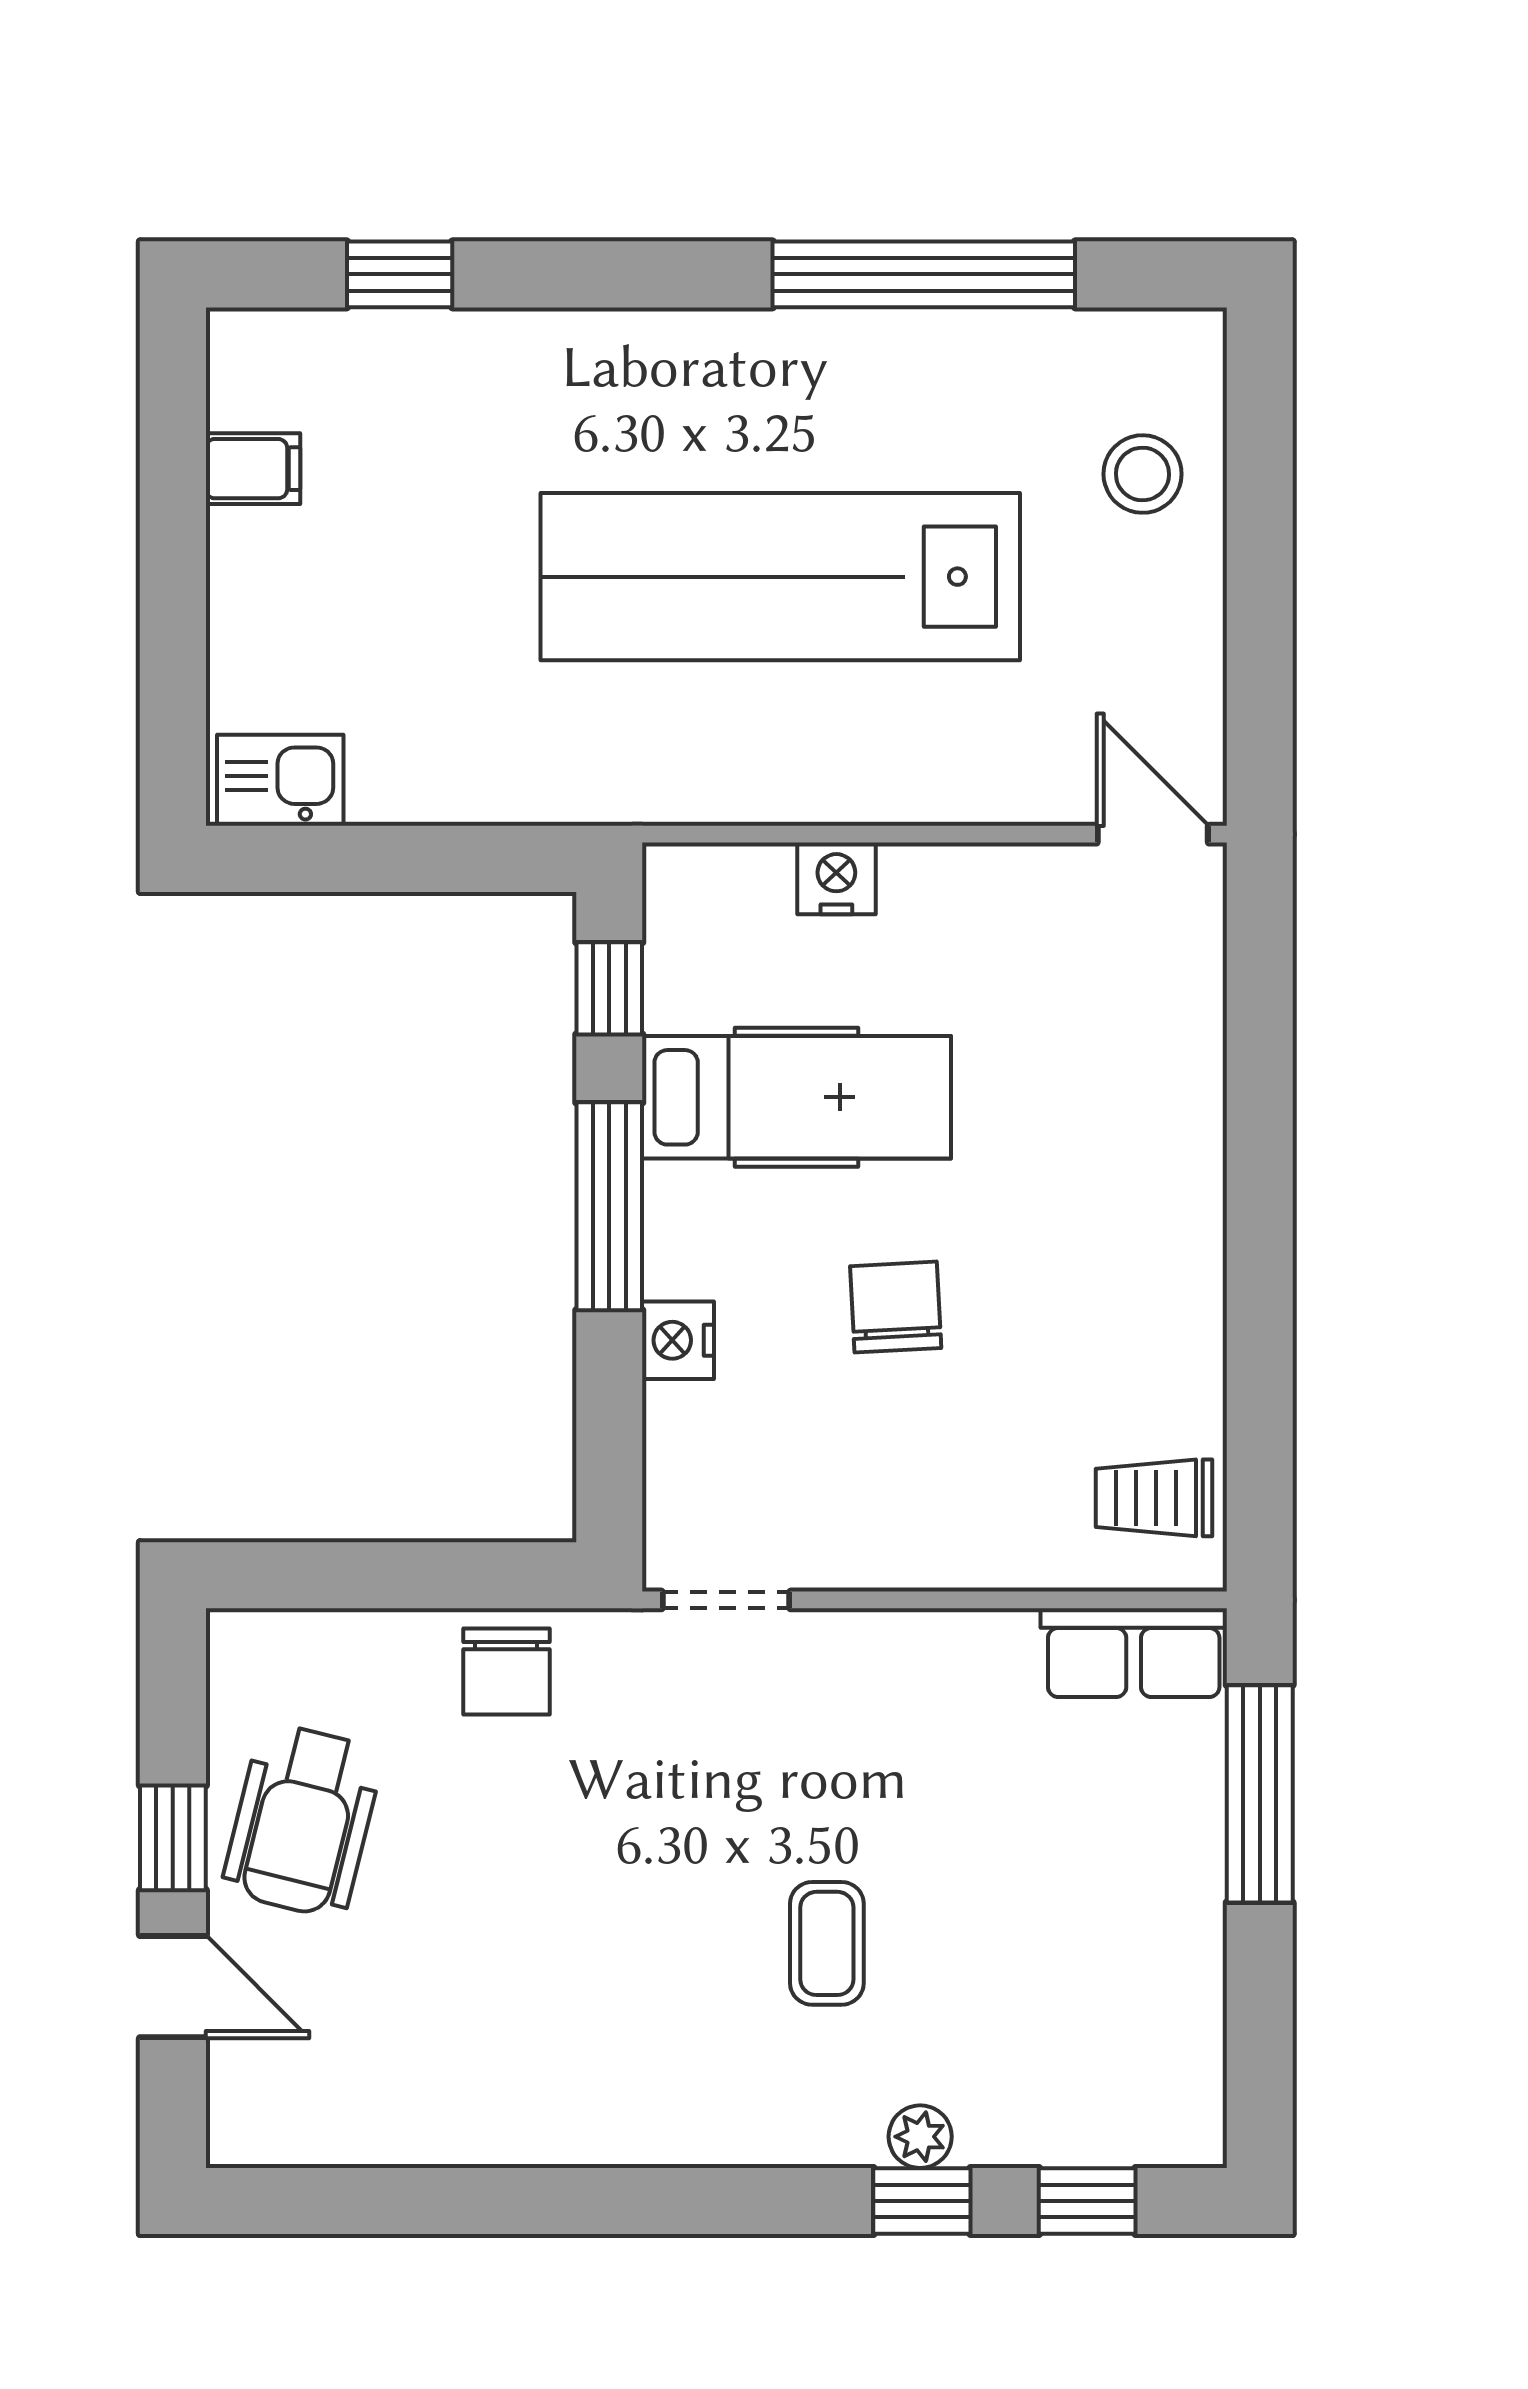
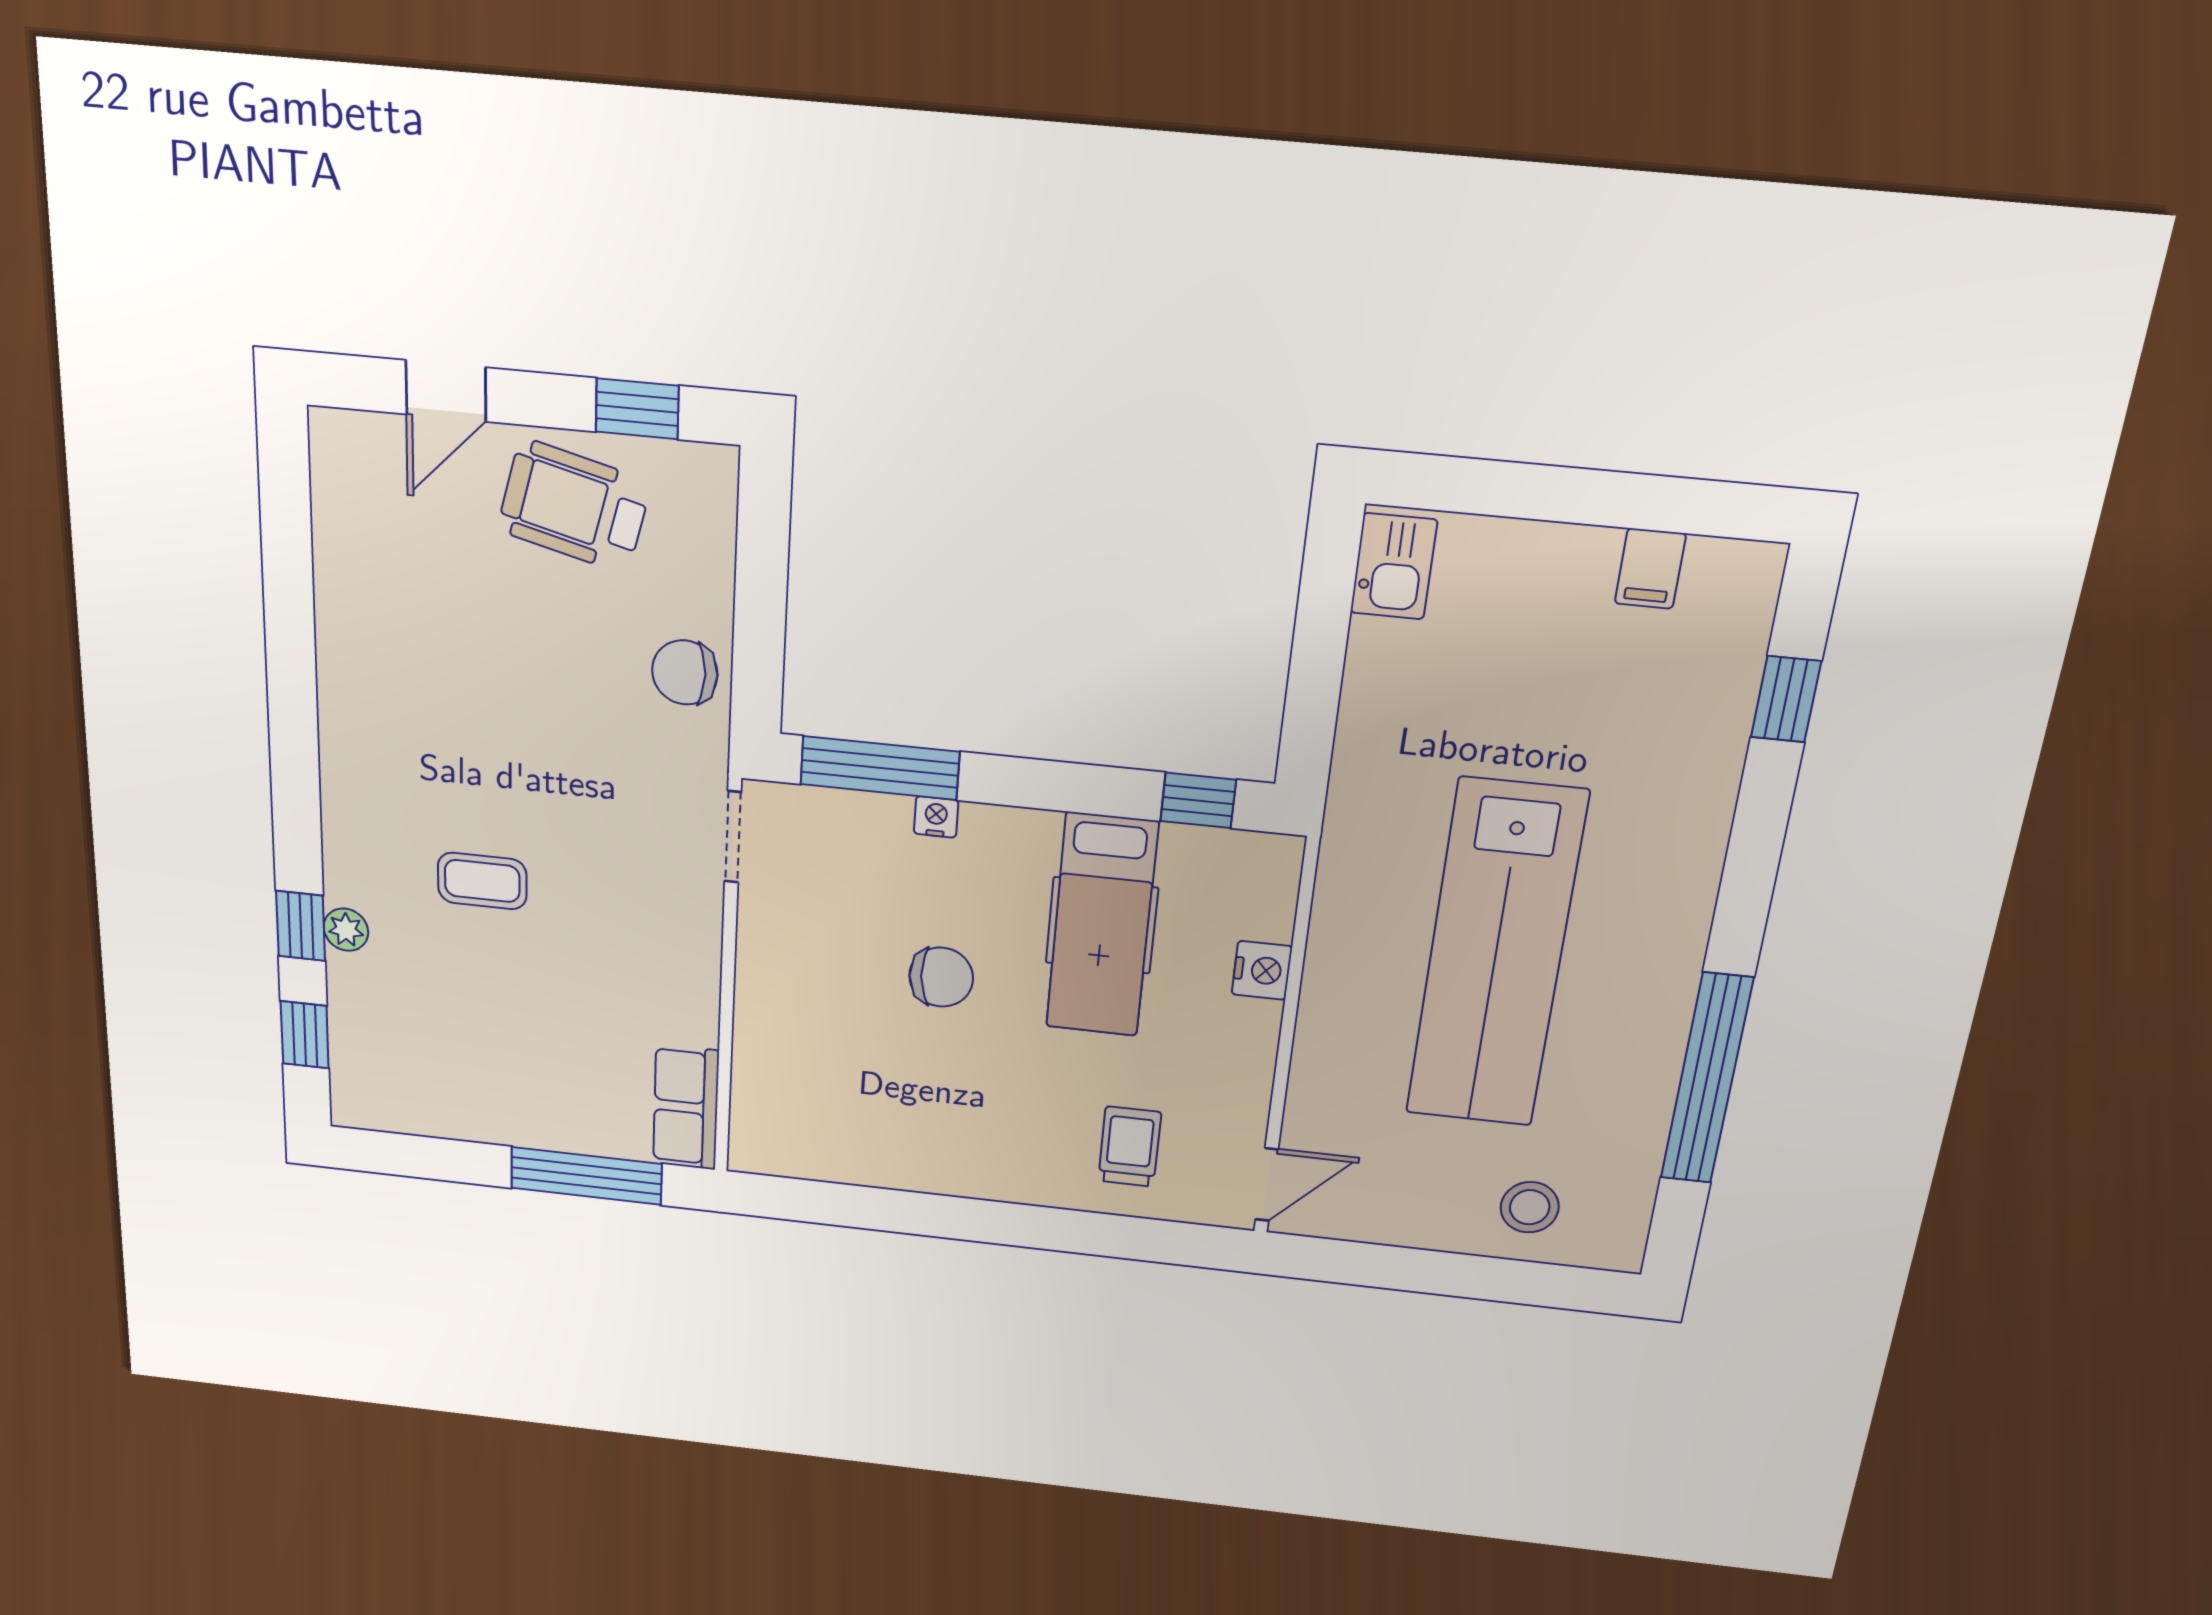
lab bench: (780, 577) -> (1496, 955), turned 180
window: (609, 1206) -> (880, 768), moved
nightstand: (678, 1340) -> (936, 817), width x0.72, depth x0.74
trolley: (1154, 1498) -> (1130, 1147), moved
window: (173, 1838) -> (637, 409), moved

